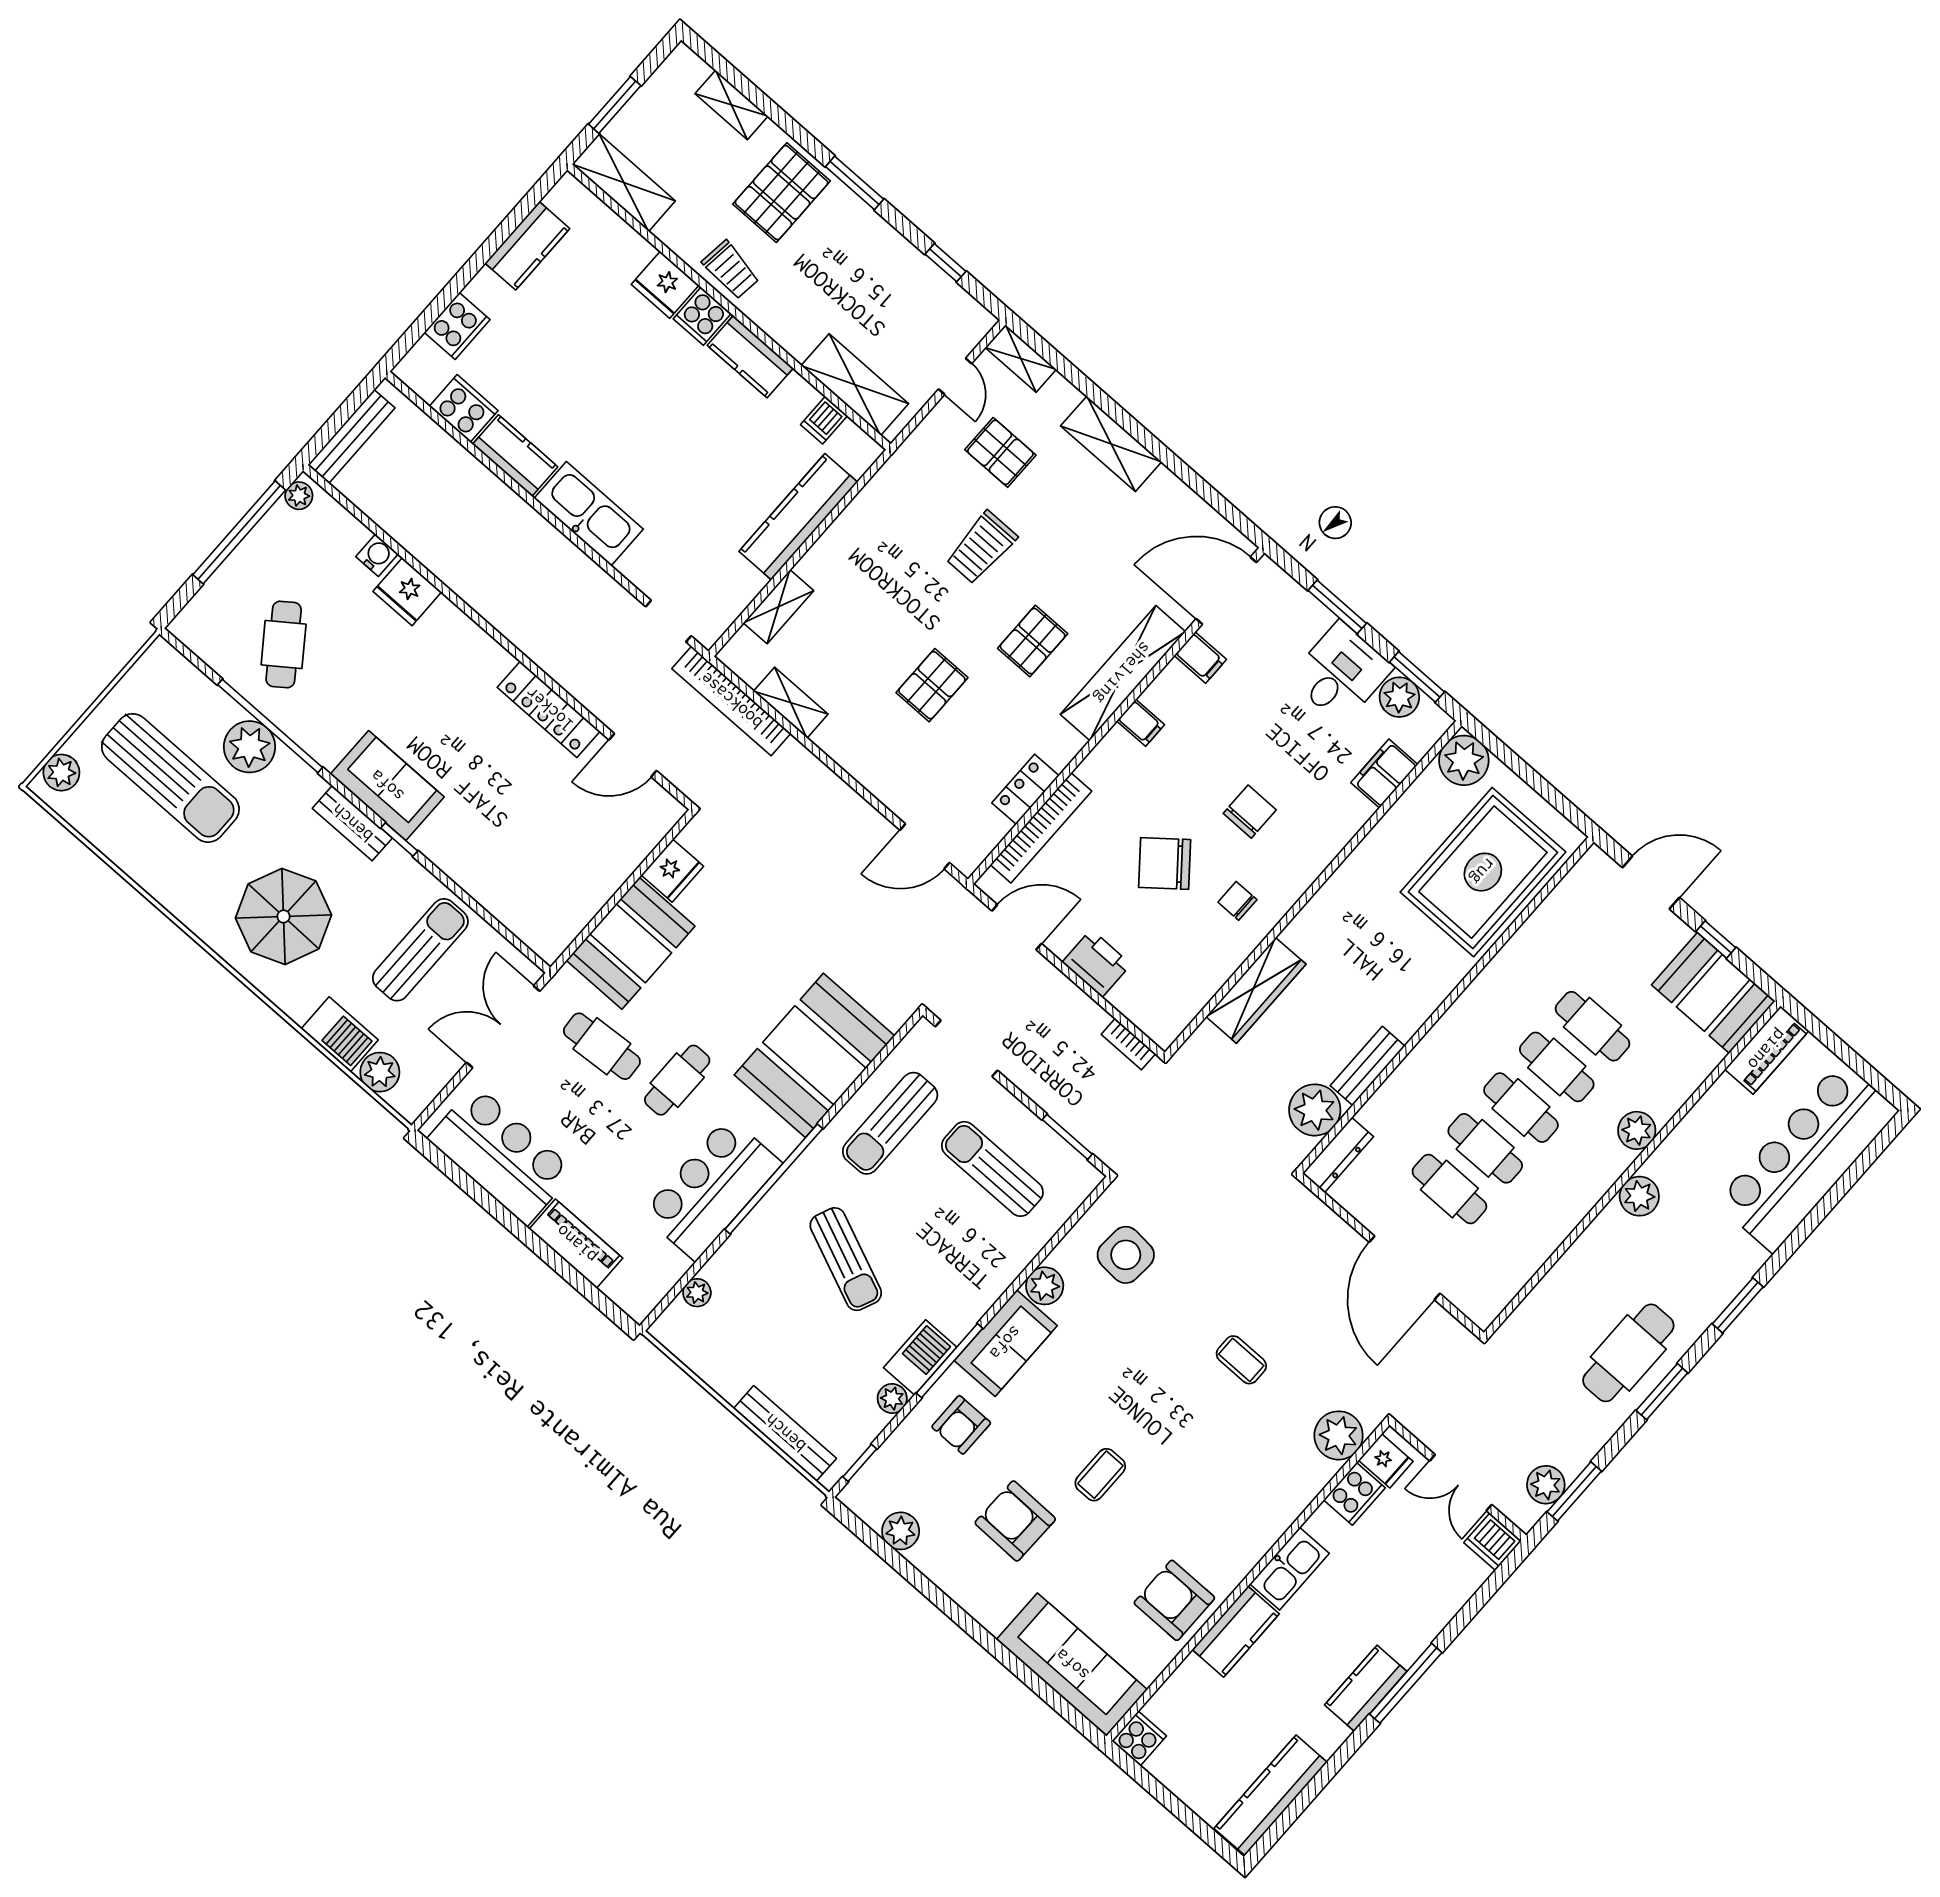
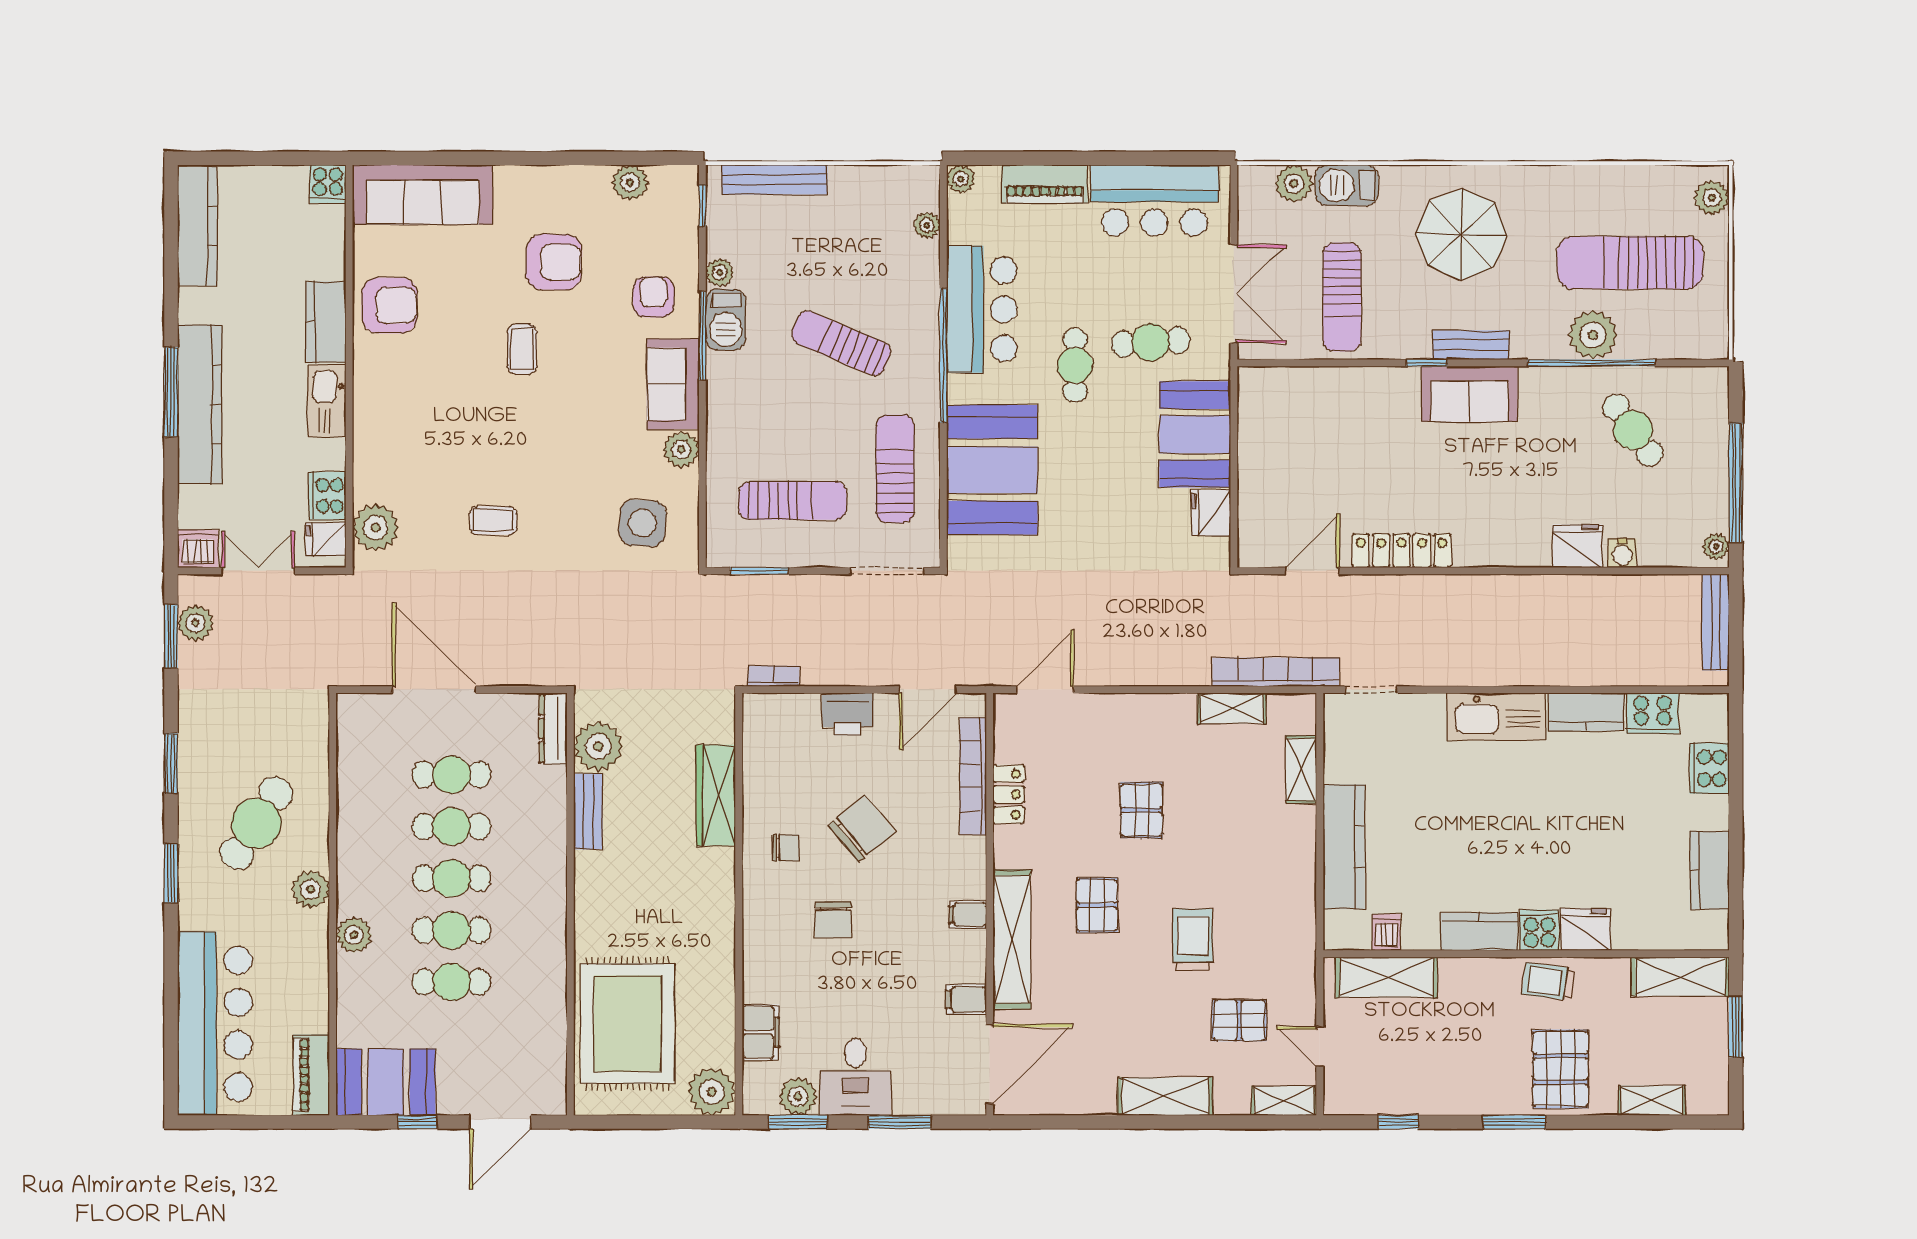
plant: (638, 1306) -> (961, 179), added
cafe table: (1628, 1353) -> (256, 823), moved, turned 33
kitchen counter: (1366, 1688) -> (200, 404), width x2.08, depth x1.17

